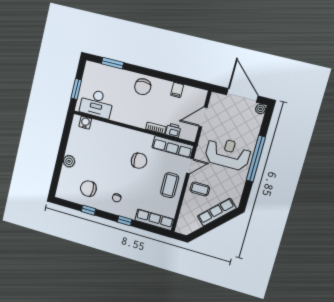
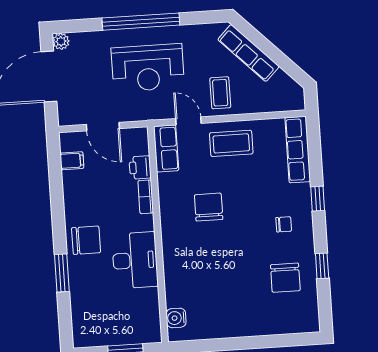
window: (113, 63) -> (62, 273), moved
filing cabinet: (177, 90) -> (72, 161), moved
desk: (97, 103) -> (135, 260), moved
row of seats: (173, 147) -> (166, 148), width x0.68
reception desk: (228, 154) -> (148, 68), turned -90
plant: (69, 161) -> (251, 326), removed

